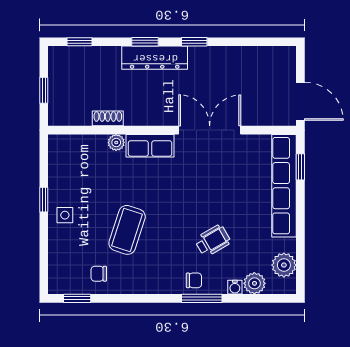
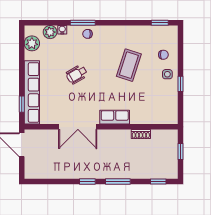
window: (145, 42) -> (118, 182), width x1.50
dresser: (155, 58) -> (112, 172), removed
plant: (116, 142) -> (136, 119), removed
wheelchair: (213, 241) -> (77, 74), moved
chair: (99, 274) -> (163, 55), moved

